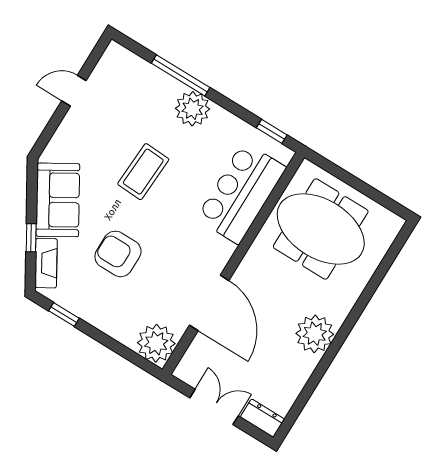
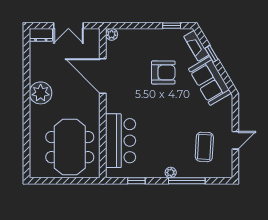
plant: (193, 109) -> (171, 173), width x0.53, depth x0.53
window: (272, 131) -> (136, 181), moved
coffee table: (143, 172) -> (204, 147), moved
meeting table: (321, 229) -> (70, 147), turned 90
plant: (156, 343) -> (112, 34), width x0.53, depth x0.53

